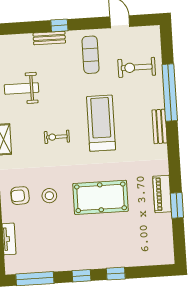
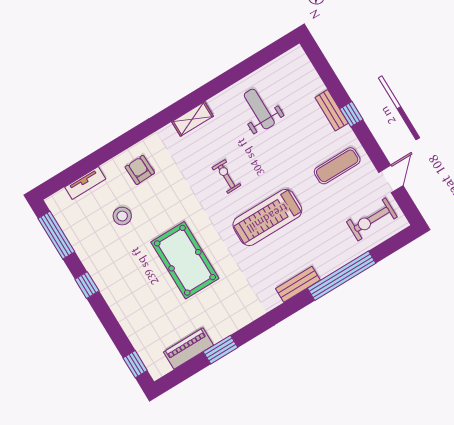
exercise bike: (137, 67) -> (372, 219), moved, turned -90
treadmill: (101, 123) -> (267, 218), turned 180
piano: (162, 194) -> (188, 349), moved
stool: (49, 196) -> (122, 216), moved
window: (116, 274) -> (135, 364), moved

